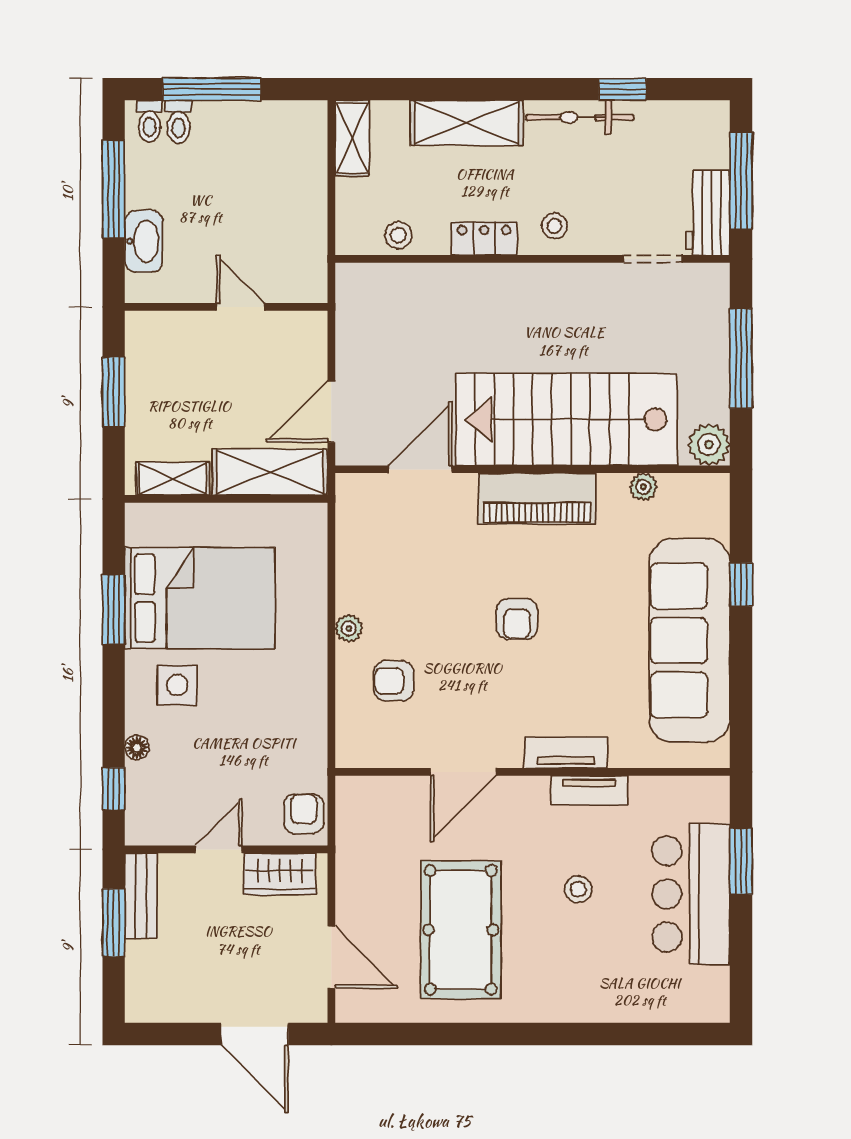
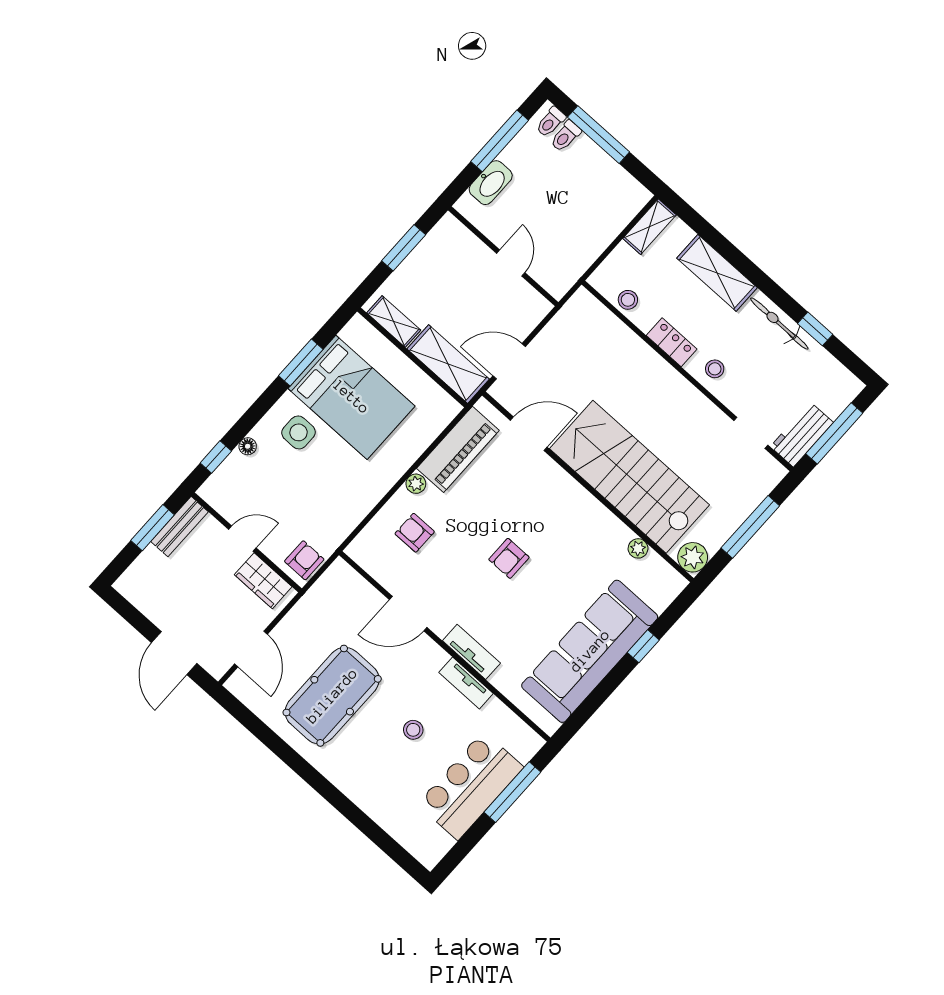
piano: (537, 499) -> (458, 449), moved, turned -90
window: (741, 861) -> (512, 792), width x1.44

